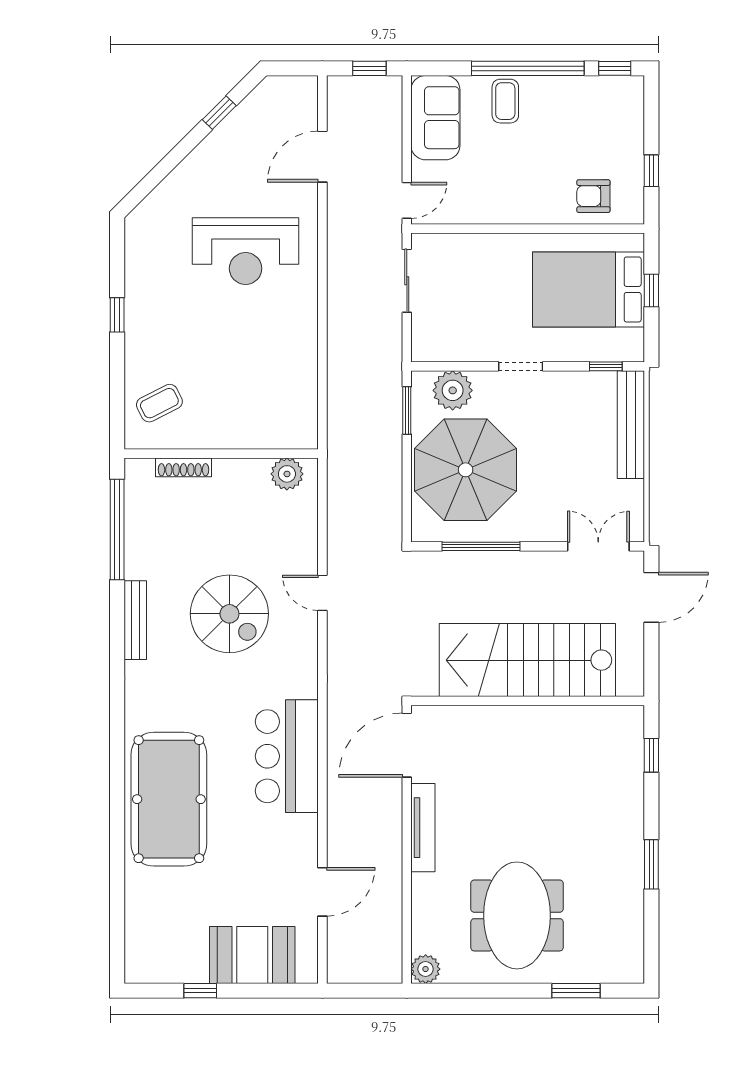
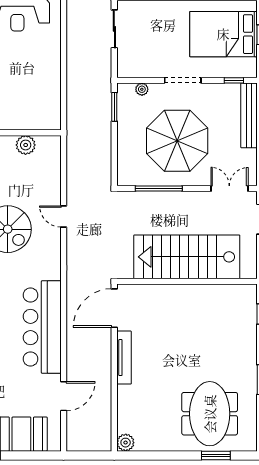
doorway: (521, 366) -> (183, 80), width x1.38
plant: (453, 390) -> (142, 89), width x0.53, depth x0.53
parasol: (466, 470) -> (177, 141), moved
plant: (287, 474) -> (26, 145), moved
bar counter: (287, 756) -> (42, 327), width x1.36
meeting table: (517, 915) -> (210, 414), moved

